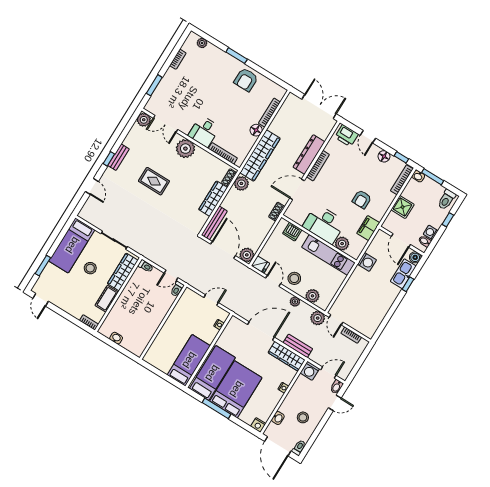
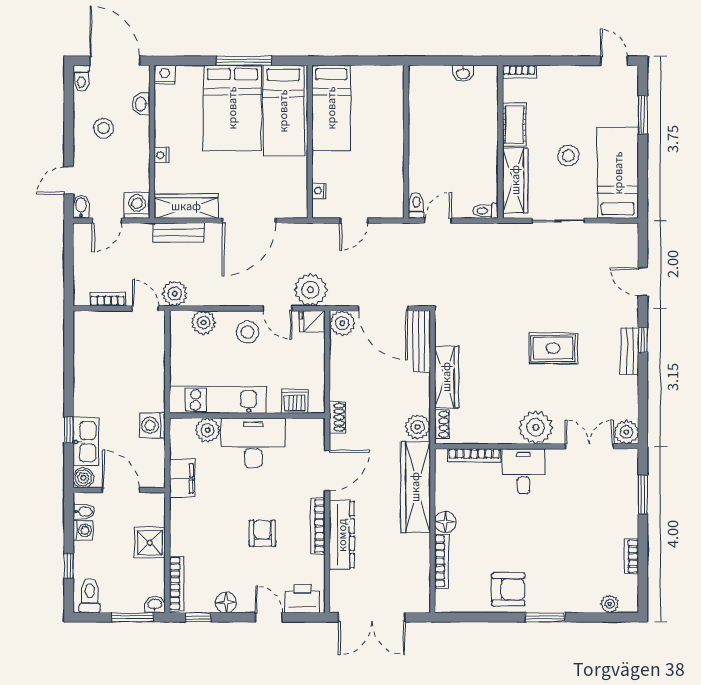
armchair: (246, 80) -> (508, 589), turned 90
armchair: (362, 199) -> (262, 533), moved
plant: (295, 302) -> (310, 290), moved, width x1.88, depth x1.88

